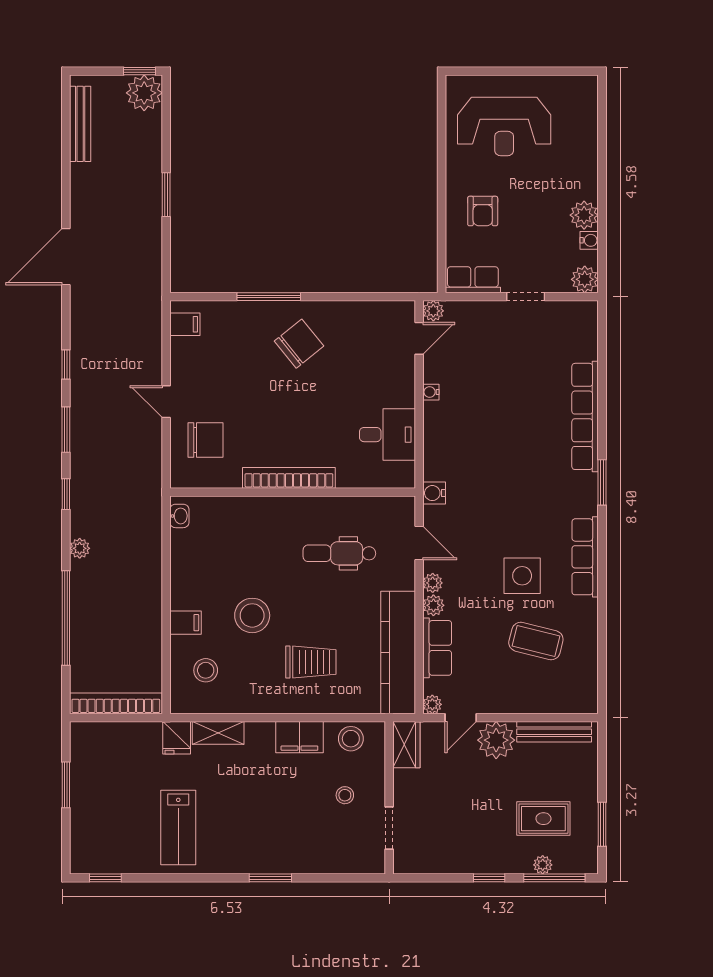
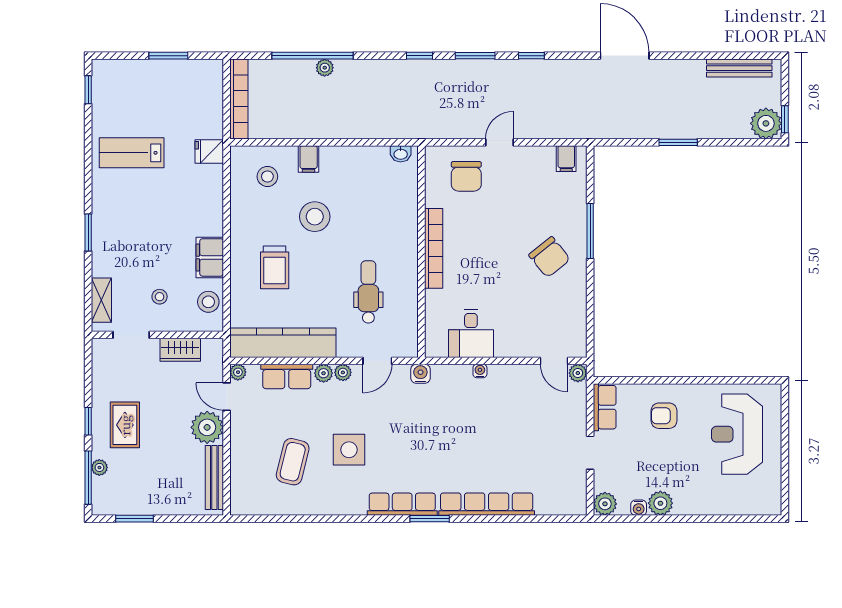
water cooler: (431, 392) -> (480, 371), moved
plant: (80, 548) -> (325, 68), moved
row of seats: (585, 557) -> (402, 504), moved
shelving: (218, 733) -> (101, 300), moved
wardrobe: (406, 745) -> (180, 350), moved
rug: (543, 819) -> (125, 425), moved

